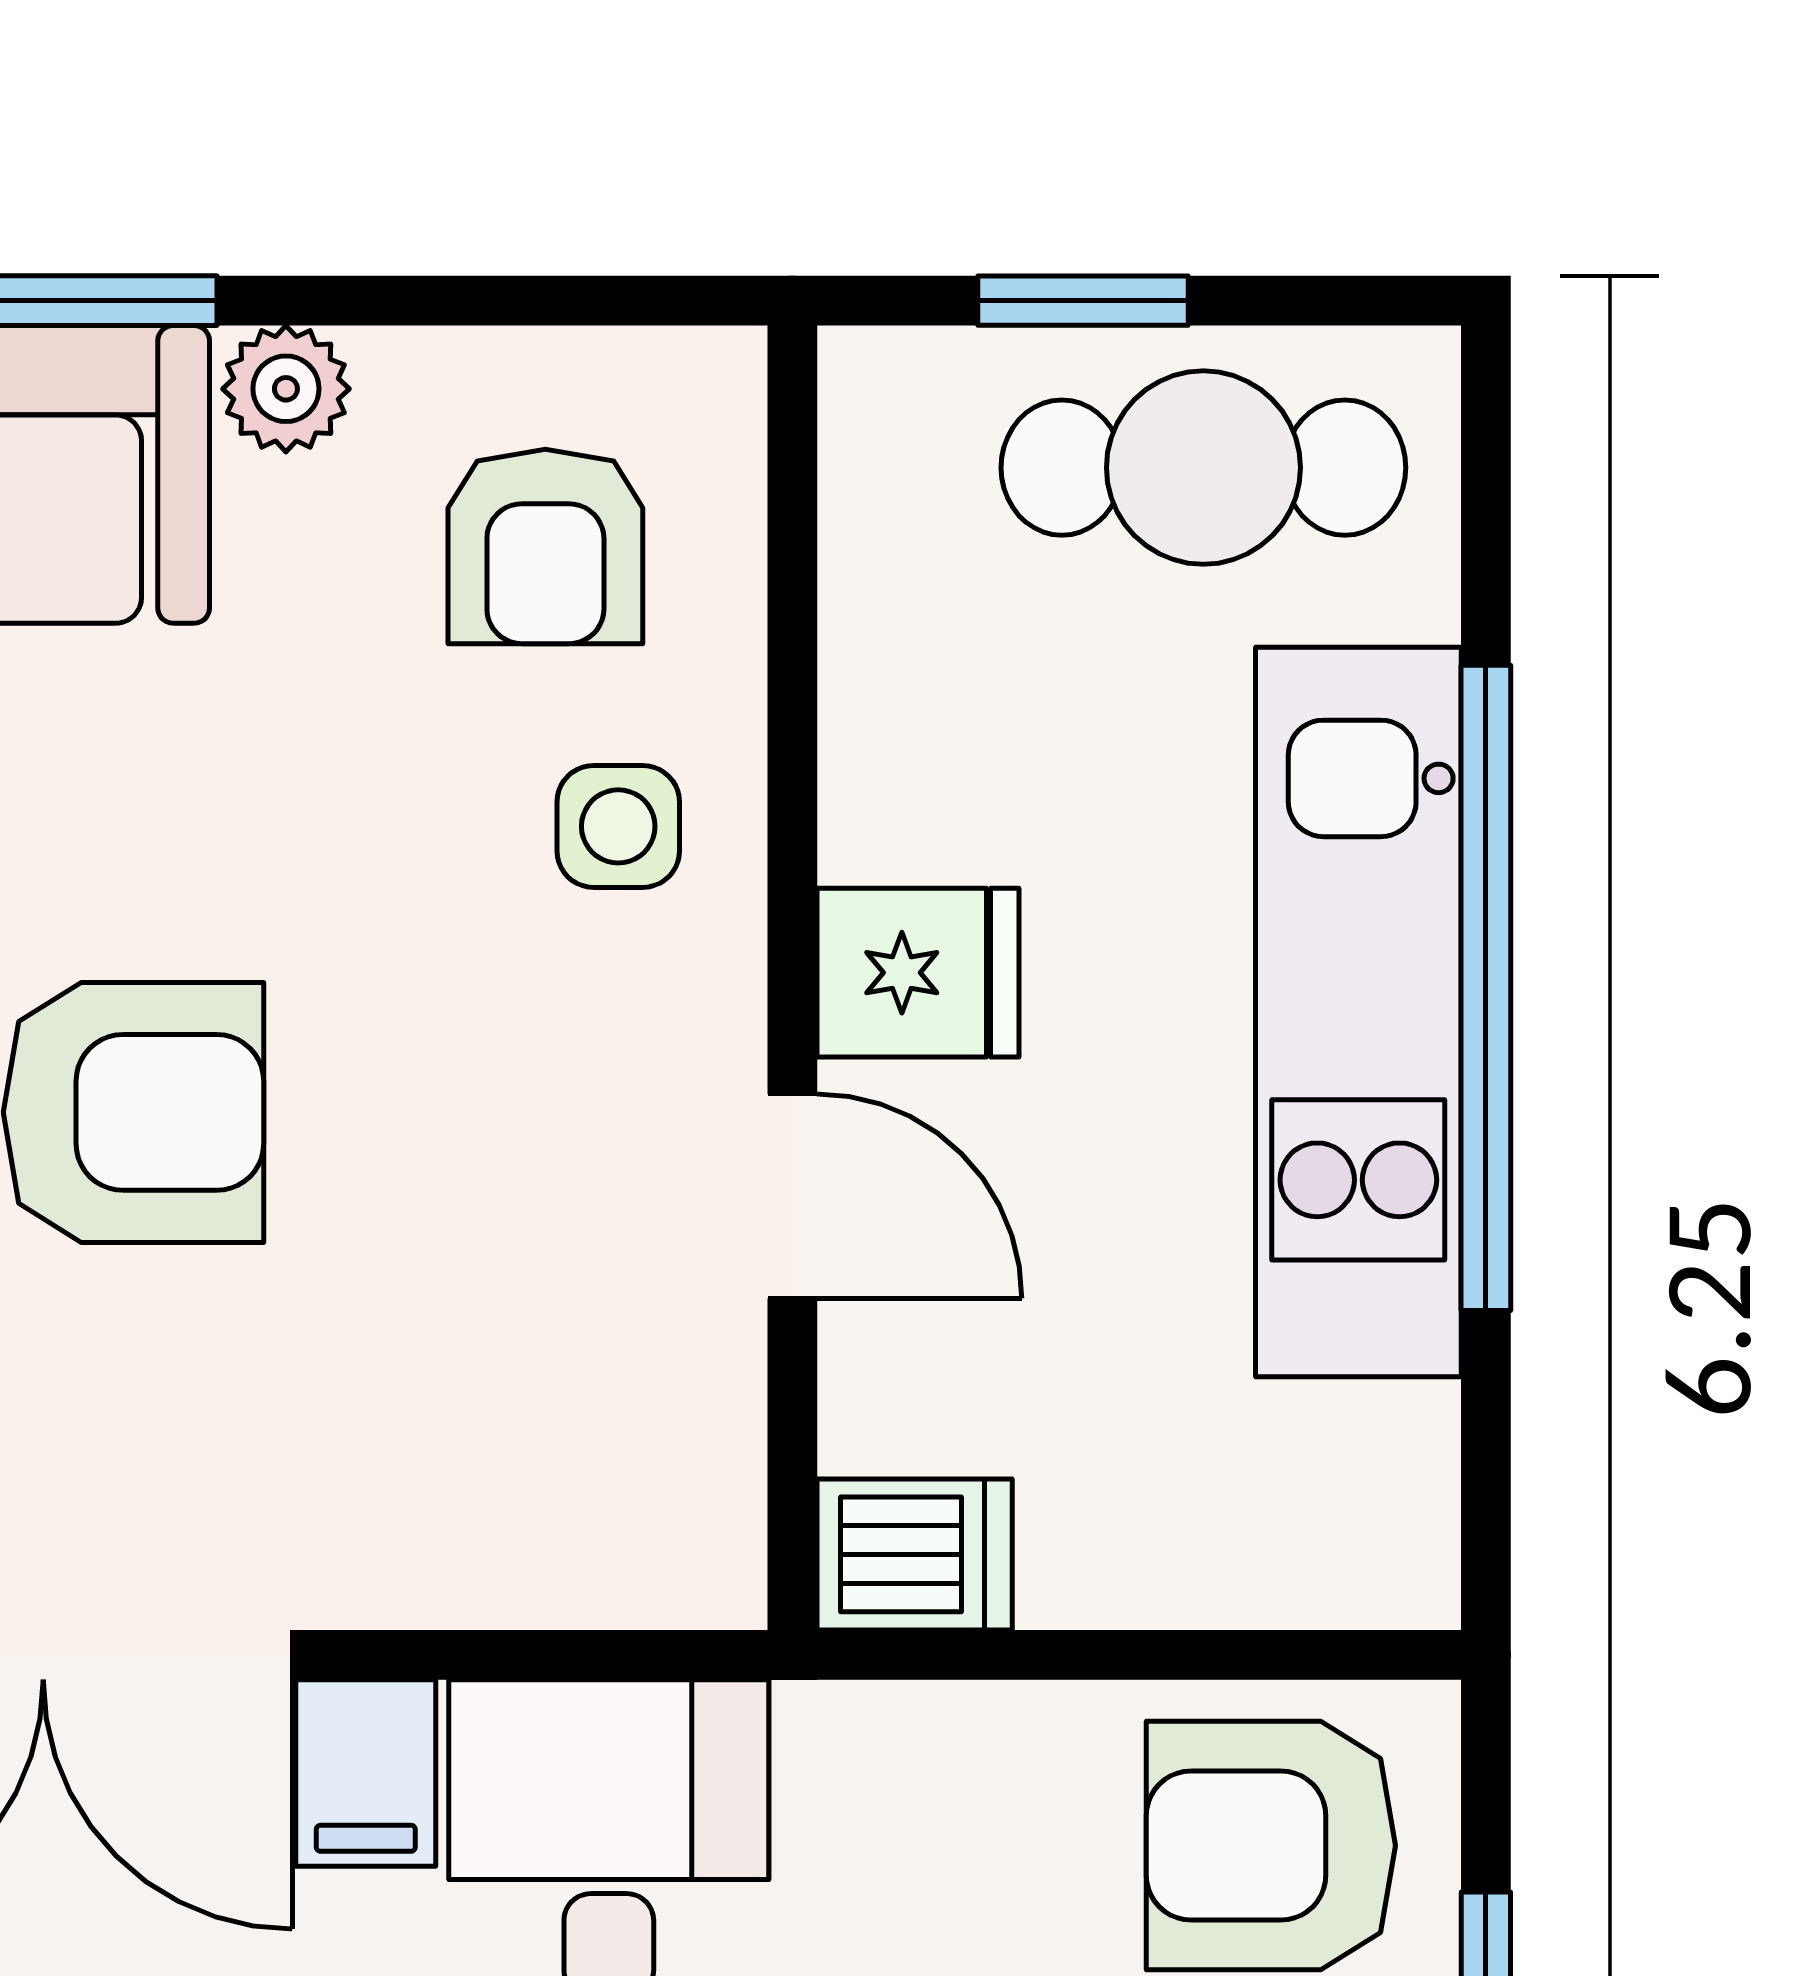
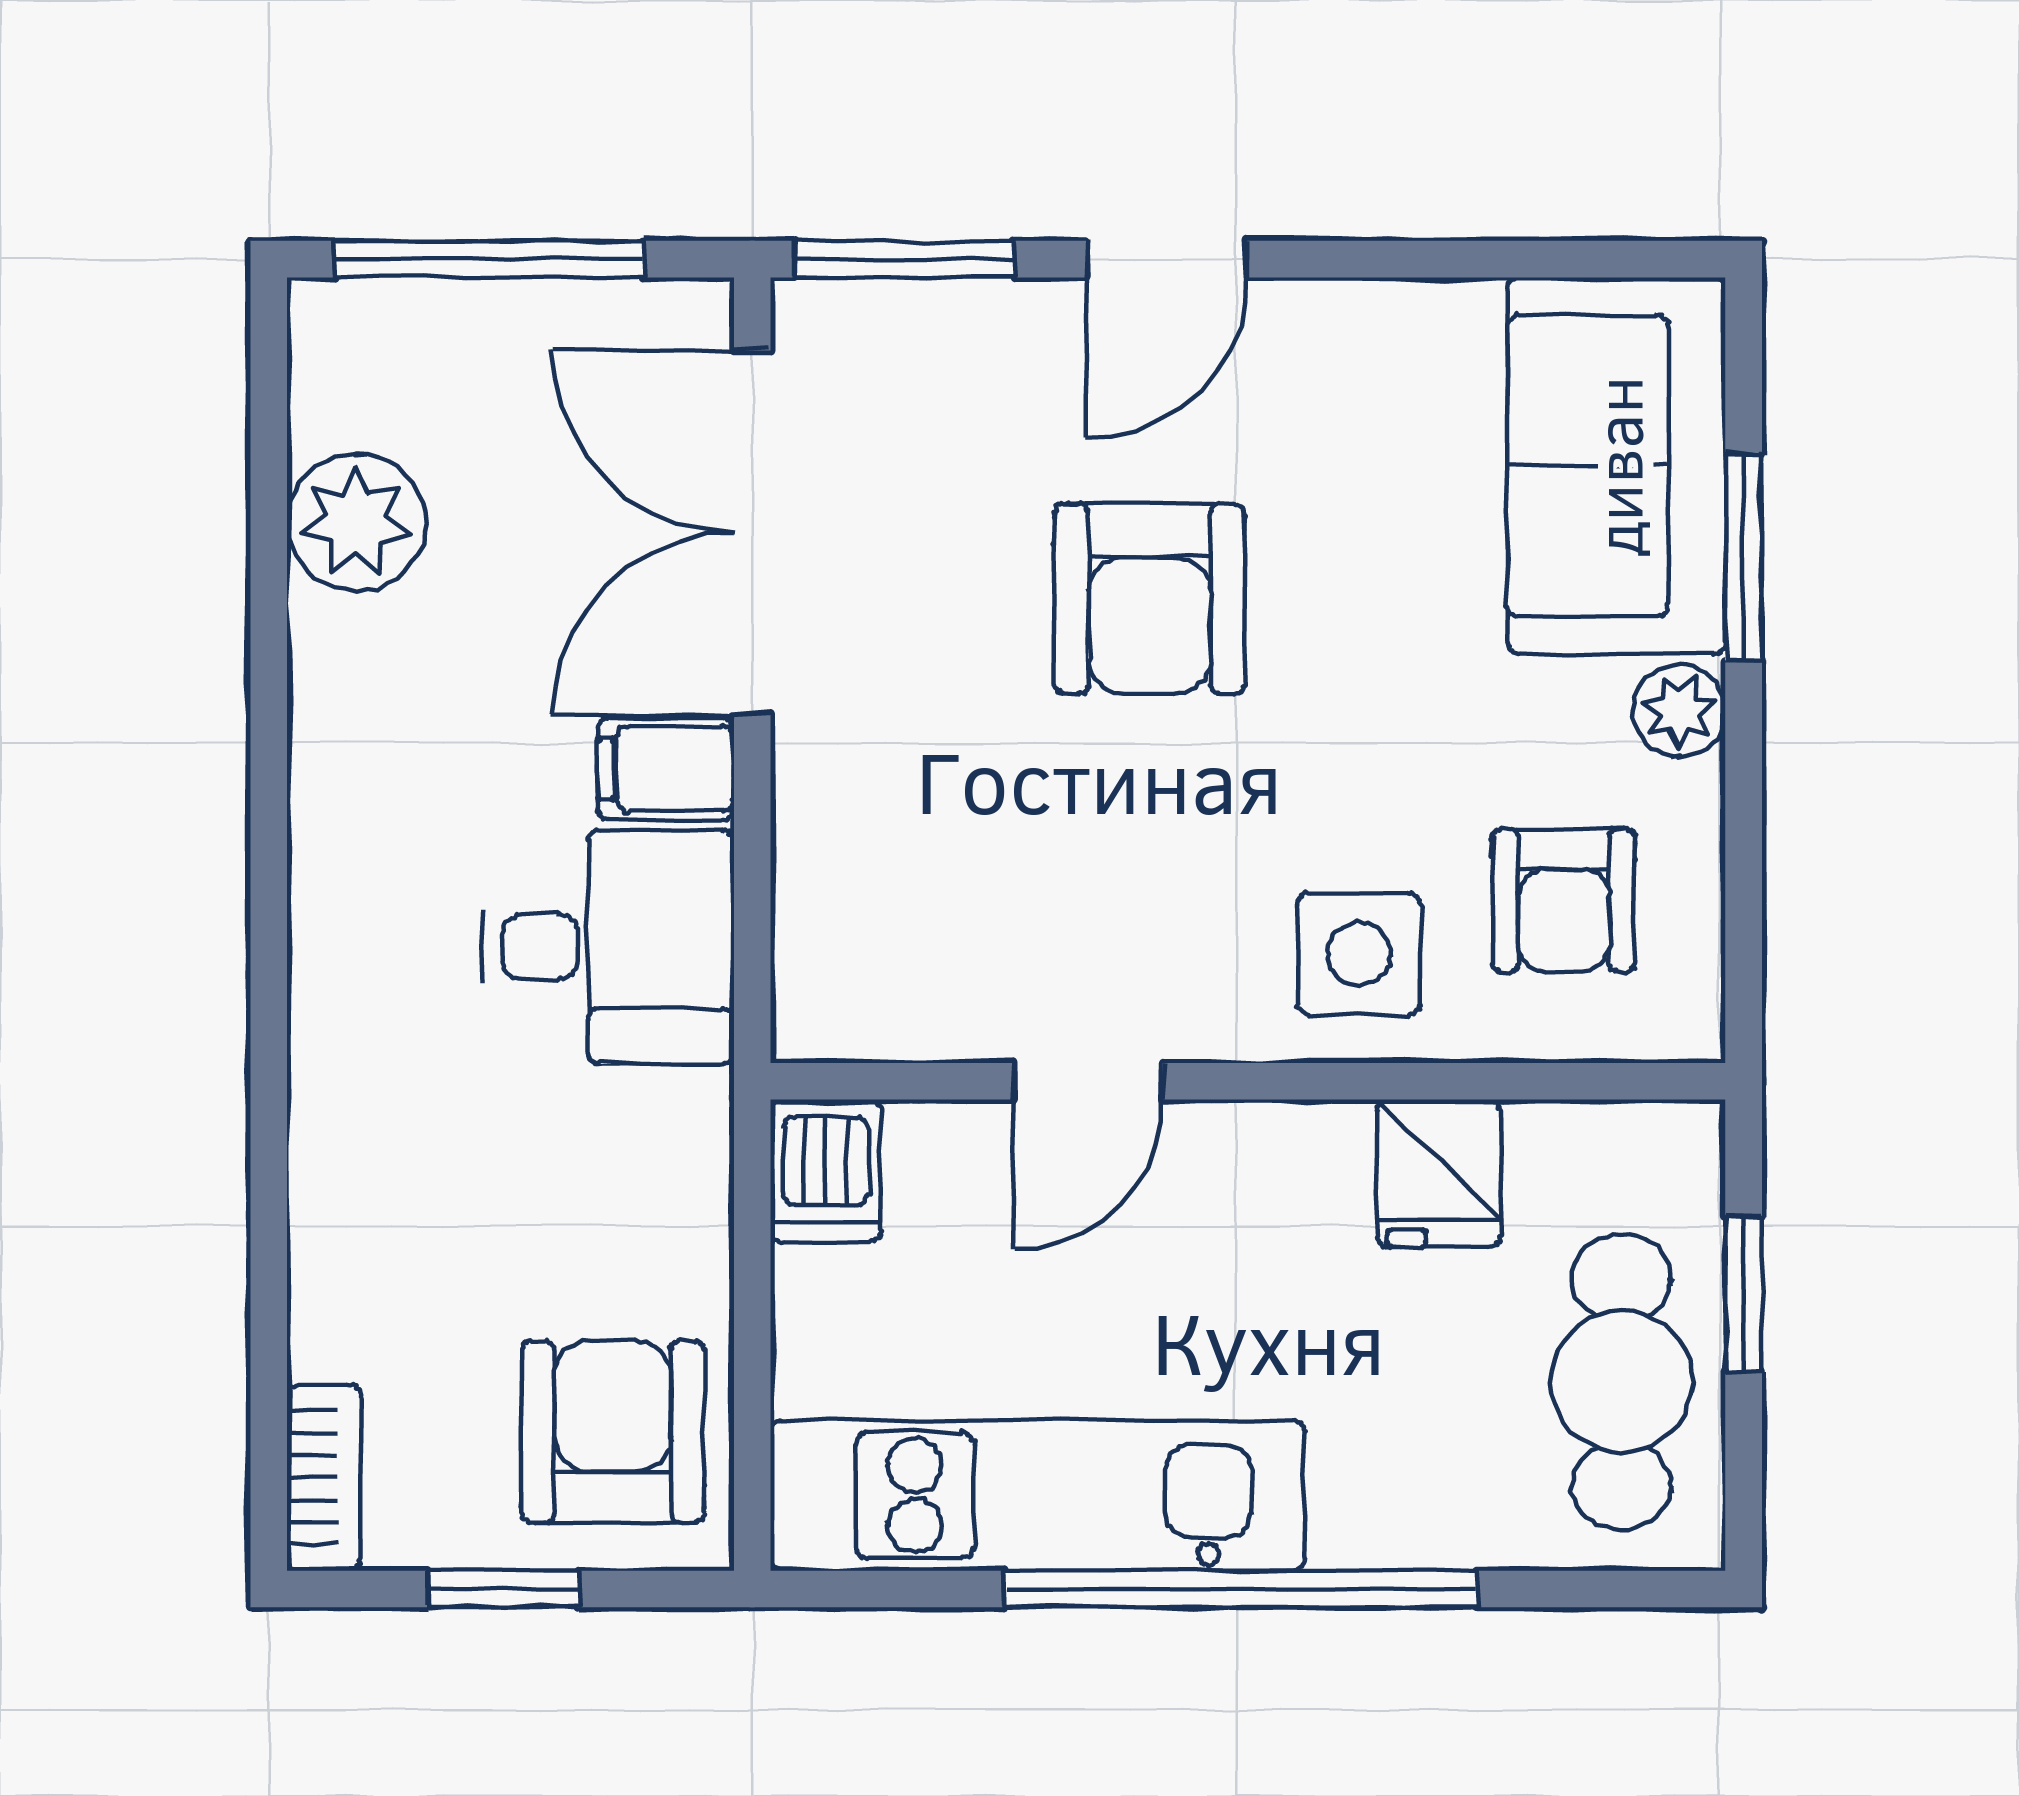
armchair: (545, 546) -> (1564, 900), turned -90
side table: (618, 826) -> (1359, 954), width x1.37, depth x1.37
fridge: (918, 973) -> (1439, 1173), moved
kitchen unit: (1358, 1012) -> (1038, 1496), moved

